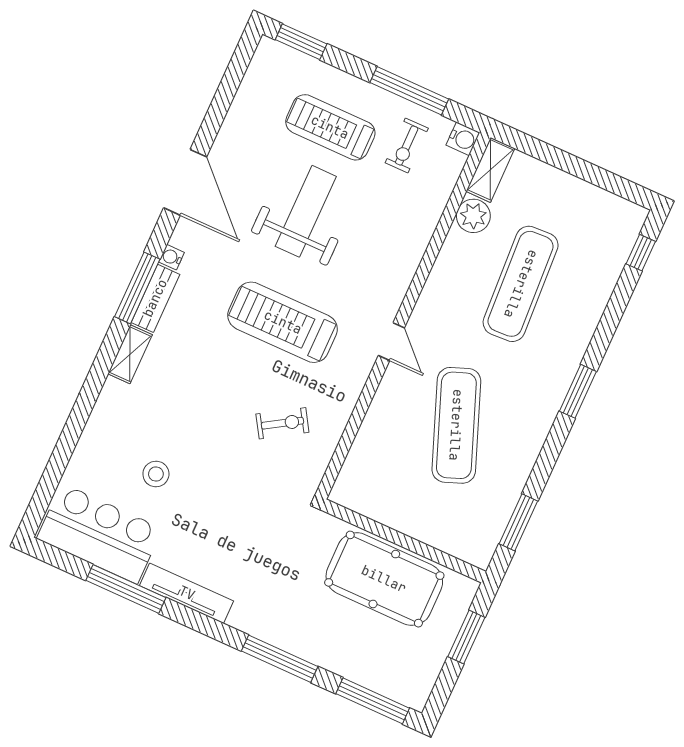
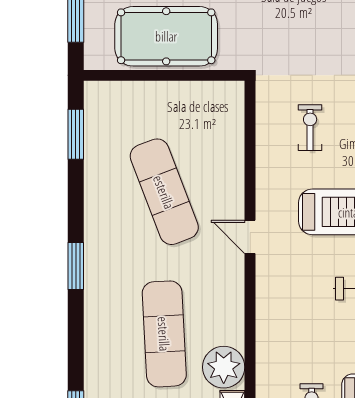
plant: (473, 216) -> (224, 367), width x1.36, depth x1.36
exercise bike: (282, 423) -> (310, 128), turned 122

